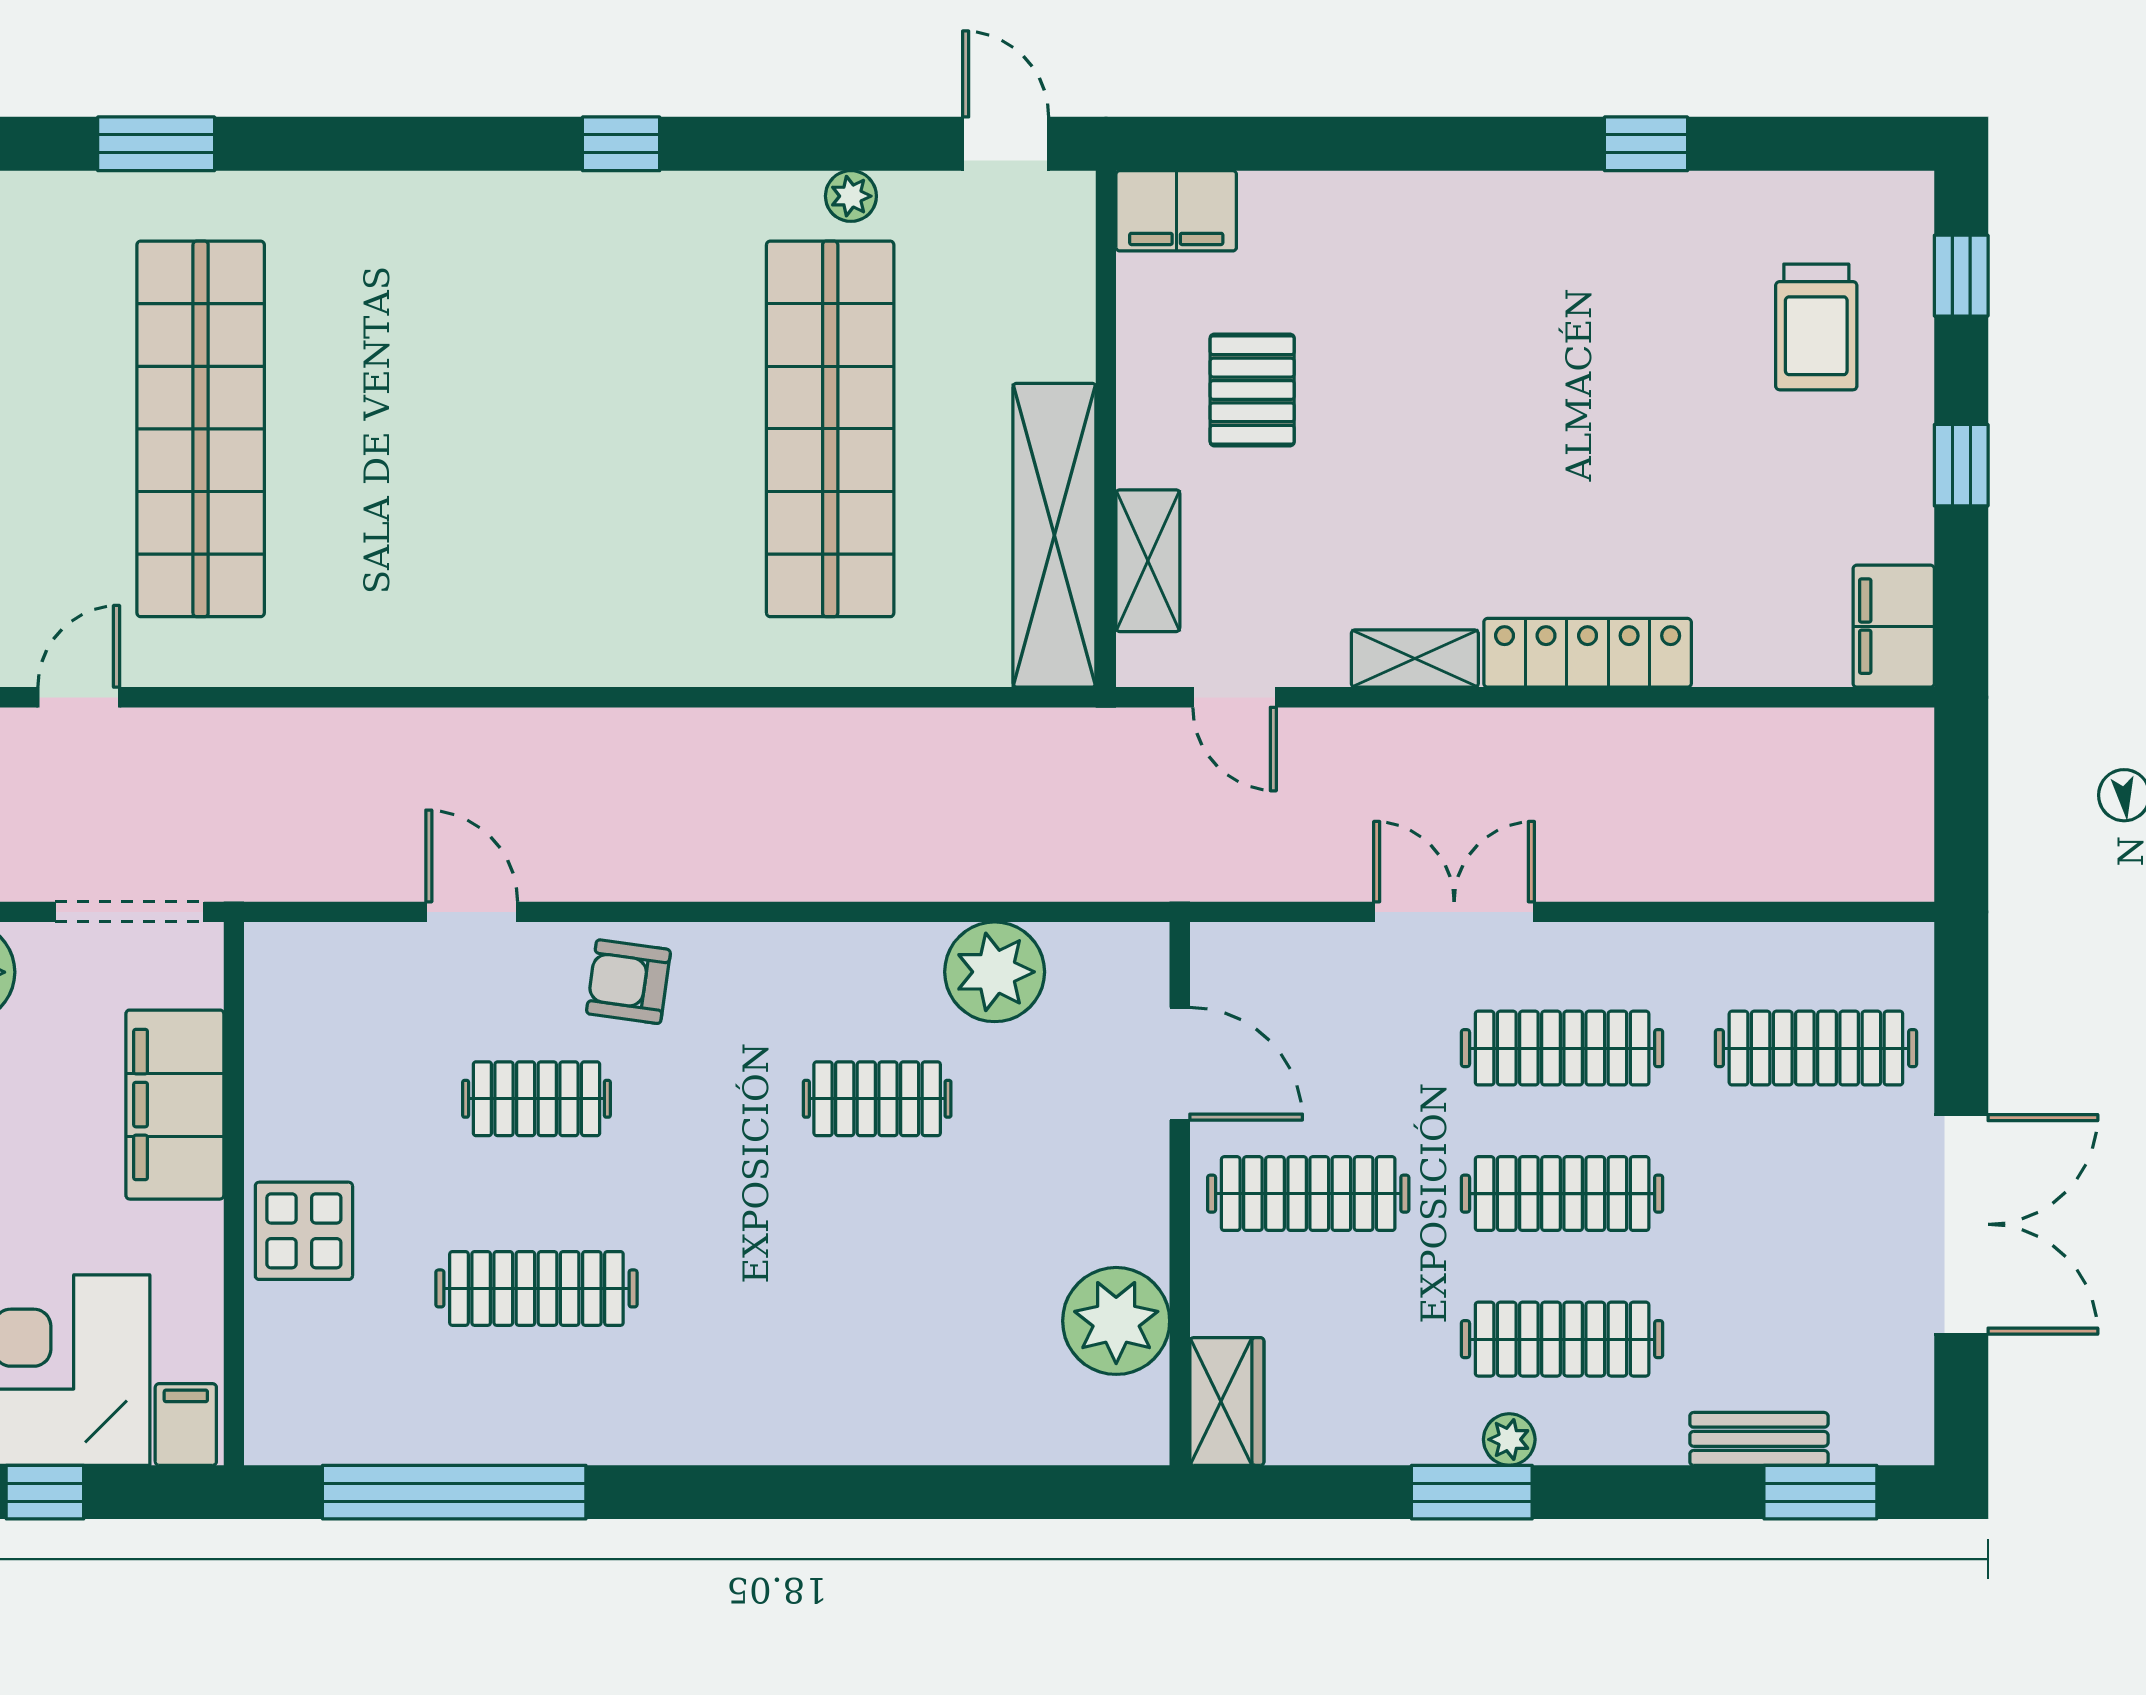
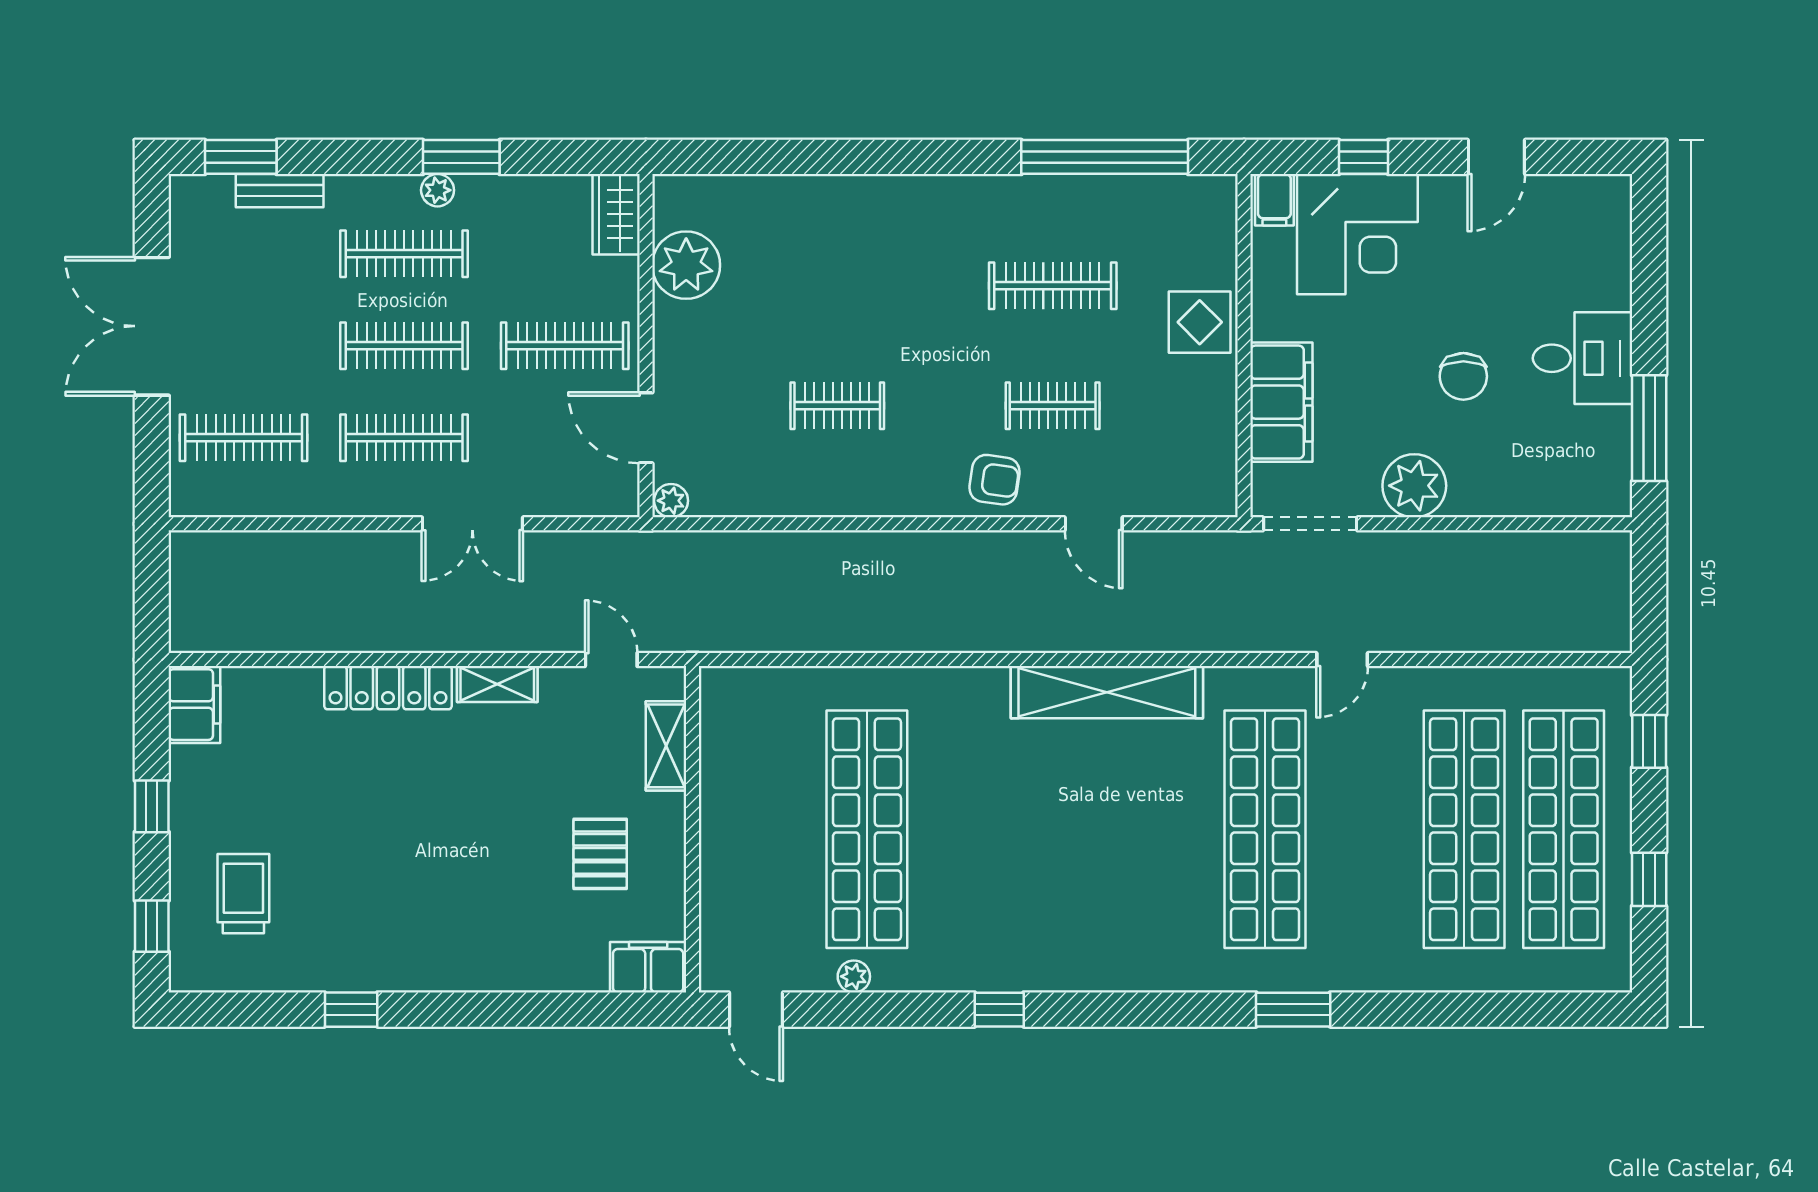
shelving: (1054, 535) -> (1107, 692), moved, turned 90
plant: (995, 972) -> (671, 501), moved, width x0.53, depth x0.53

